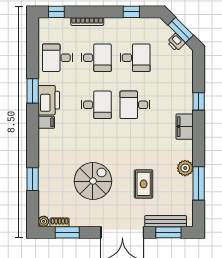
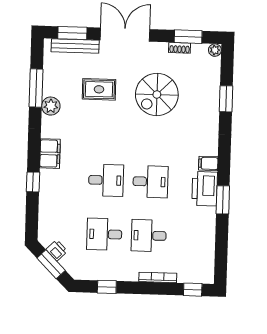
desk: (57, 58) -> (193, 237), removed
desk: (96, 105) -> (150, 182), turned 180
rug: (144, 184) -> (99, 89), turned 90
shoe rack: (60, 222) -> (180, 48), moved

